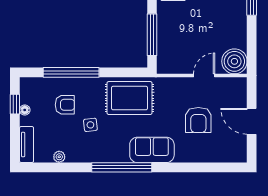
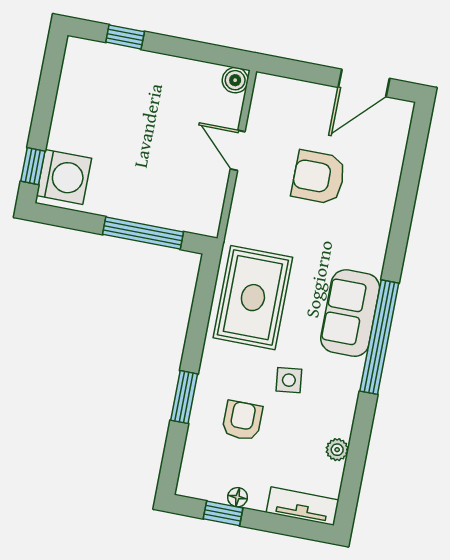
boiler: (234, 61) -> (235, 80), width x0.54, depth x0.54
window: (71, 72) -> (184, 397), width x0.47
armchair: (198, 120) -> (319, 177), turned 180
door: (252, 121) -> (364, 83), moved
sofa: (152, 150) -> (350, 313), moved

